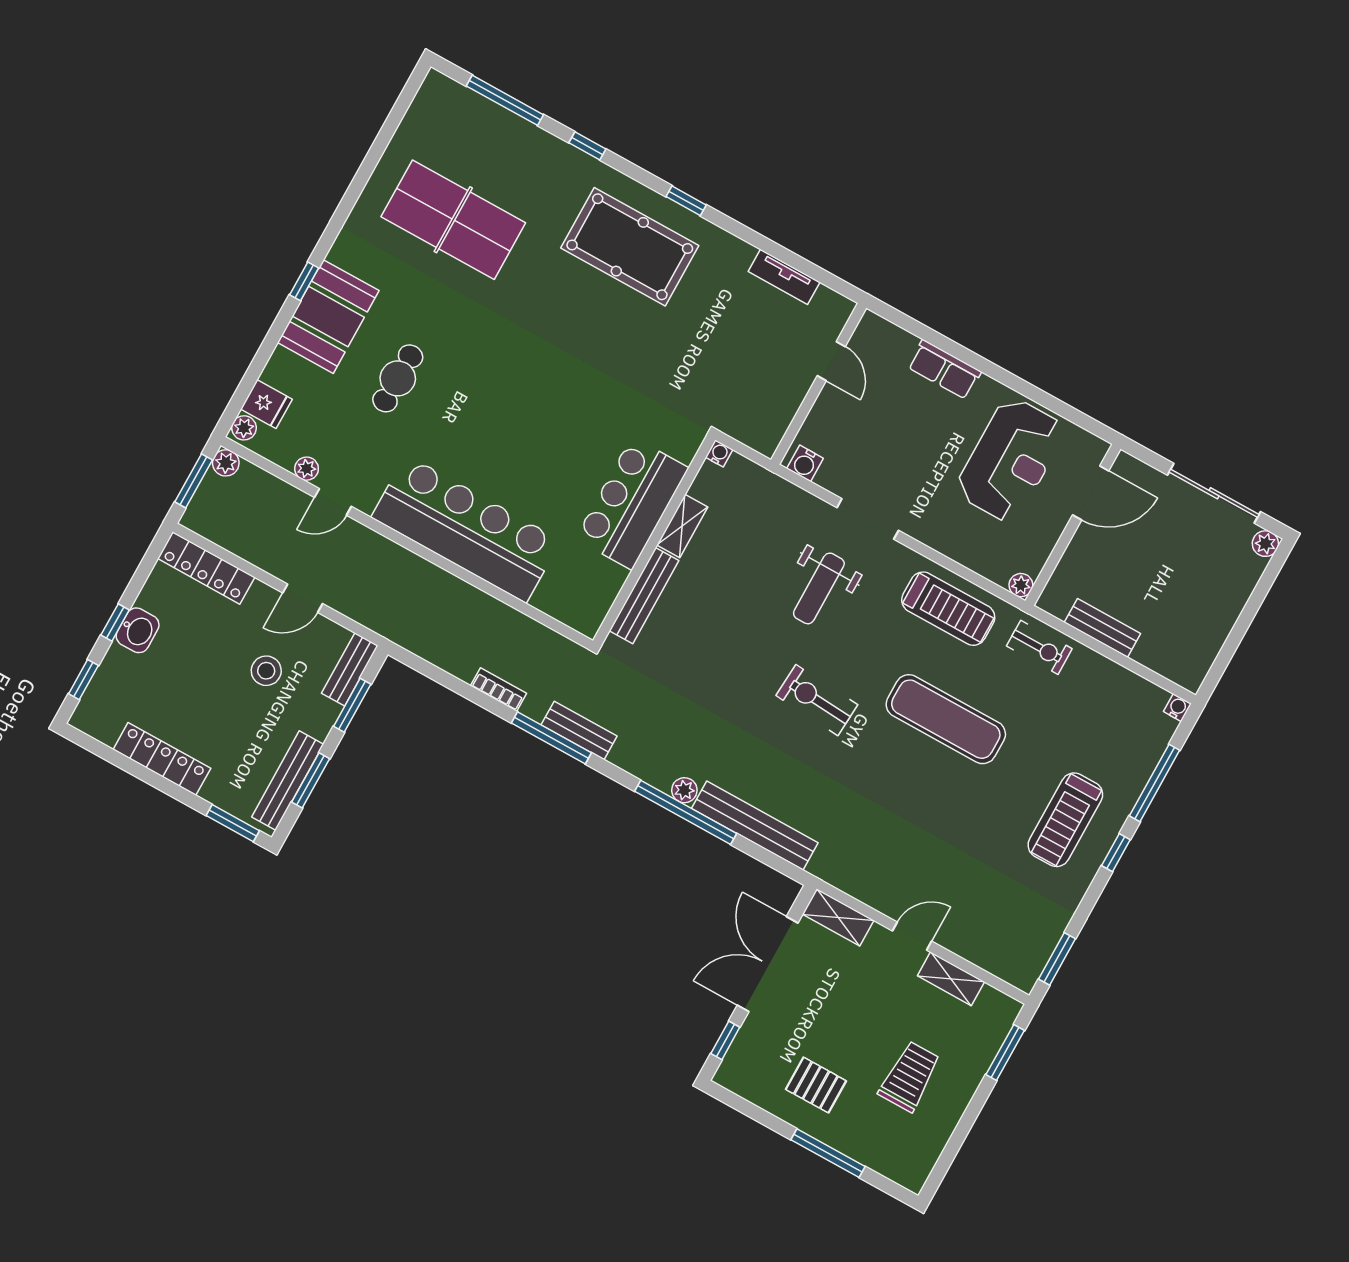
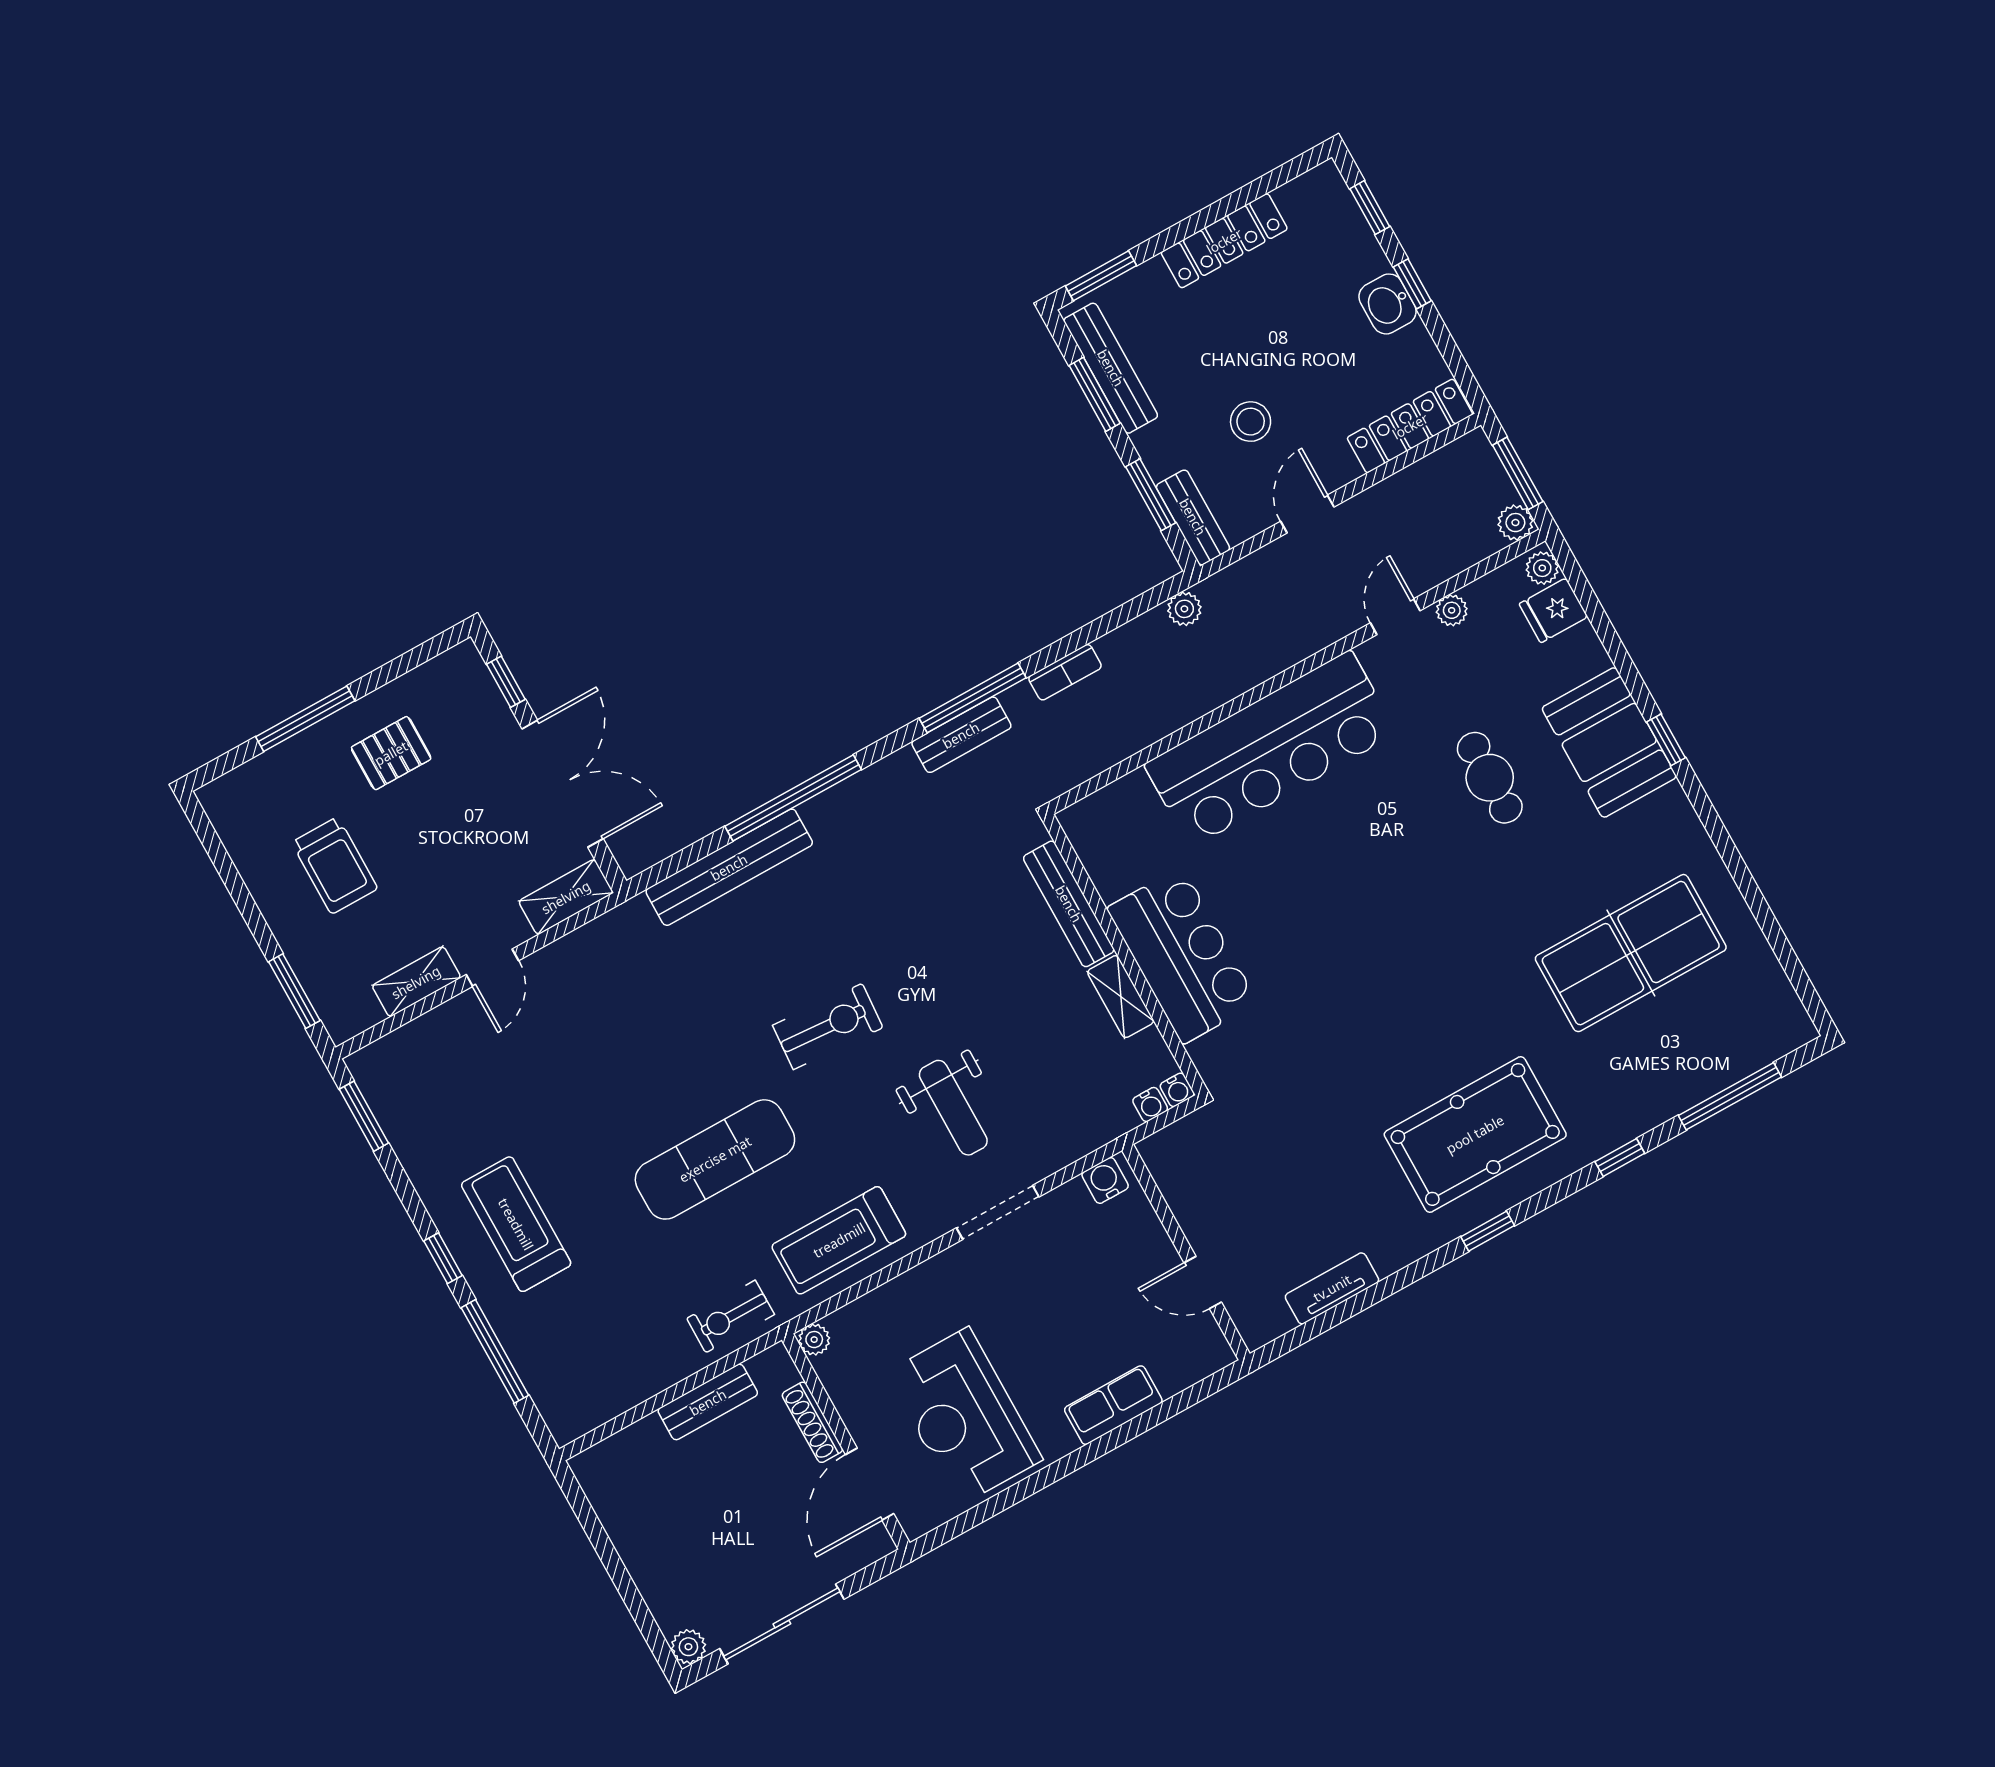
shoe rack: (1074, 554) -> (812, 1422), added
weight bench: (819, 588) -> (953, 1108), turned 180
water cooler: (1177, 708) -> (1150, 1105), moved
plant: (684, 790) -> (1184, 609), moved

